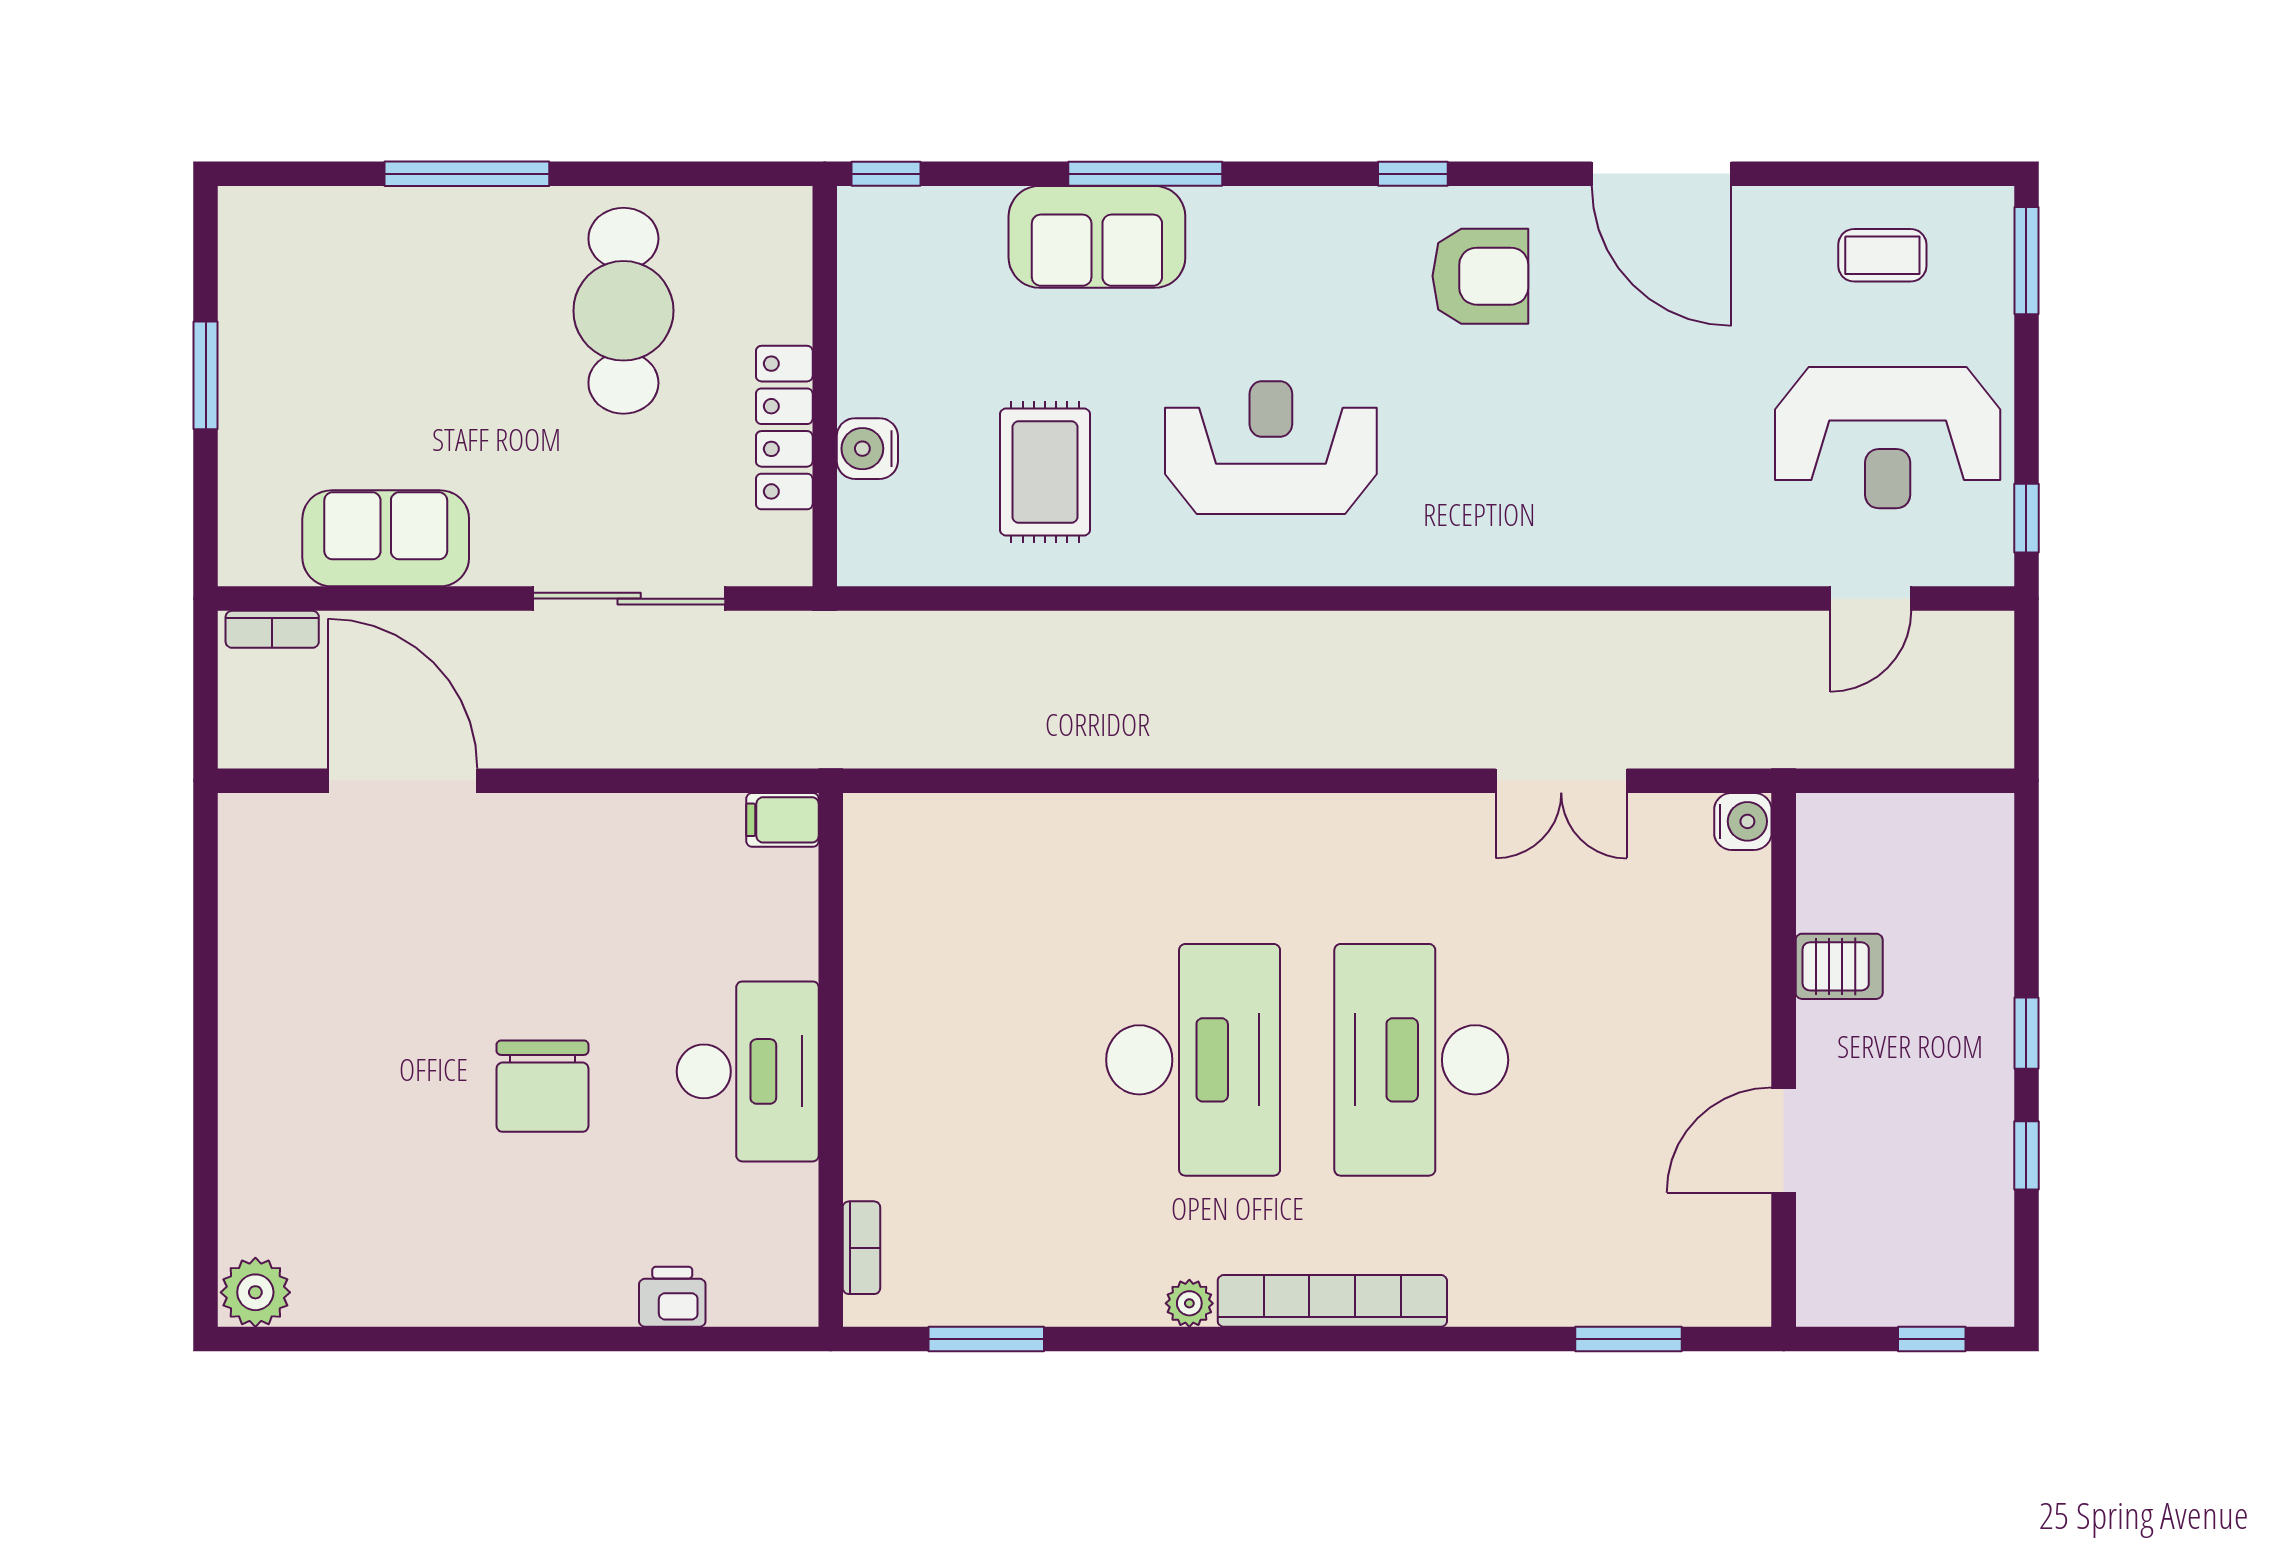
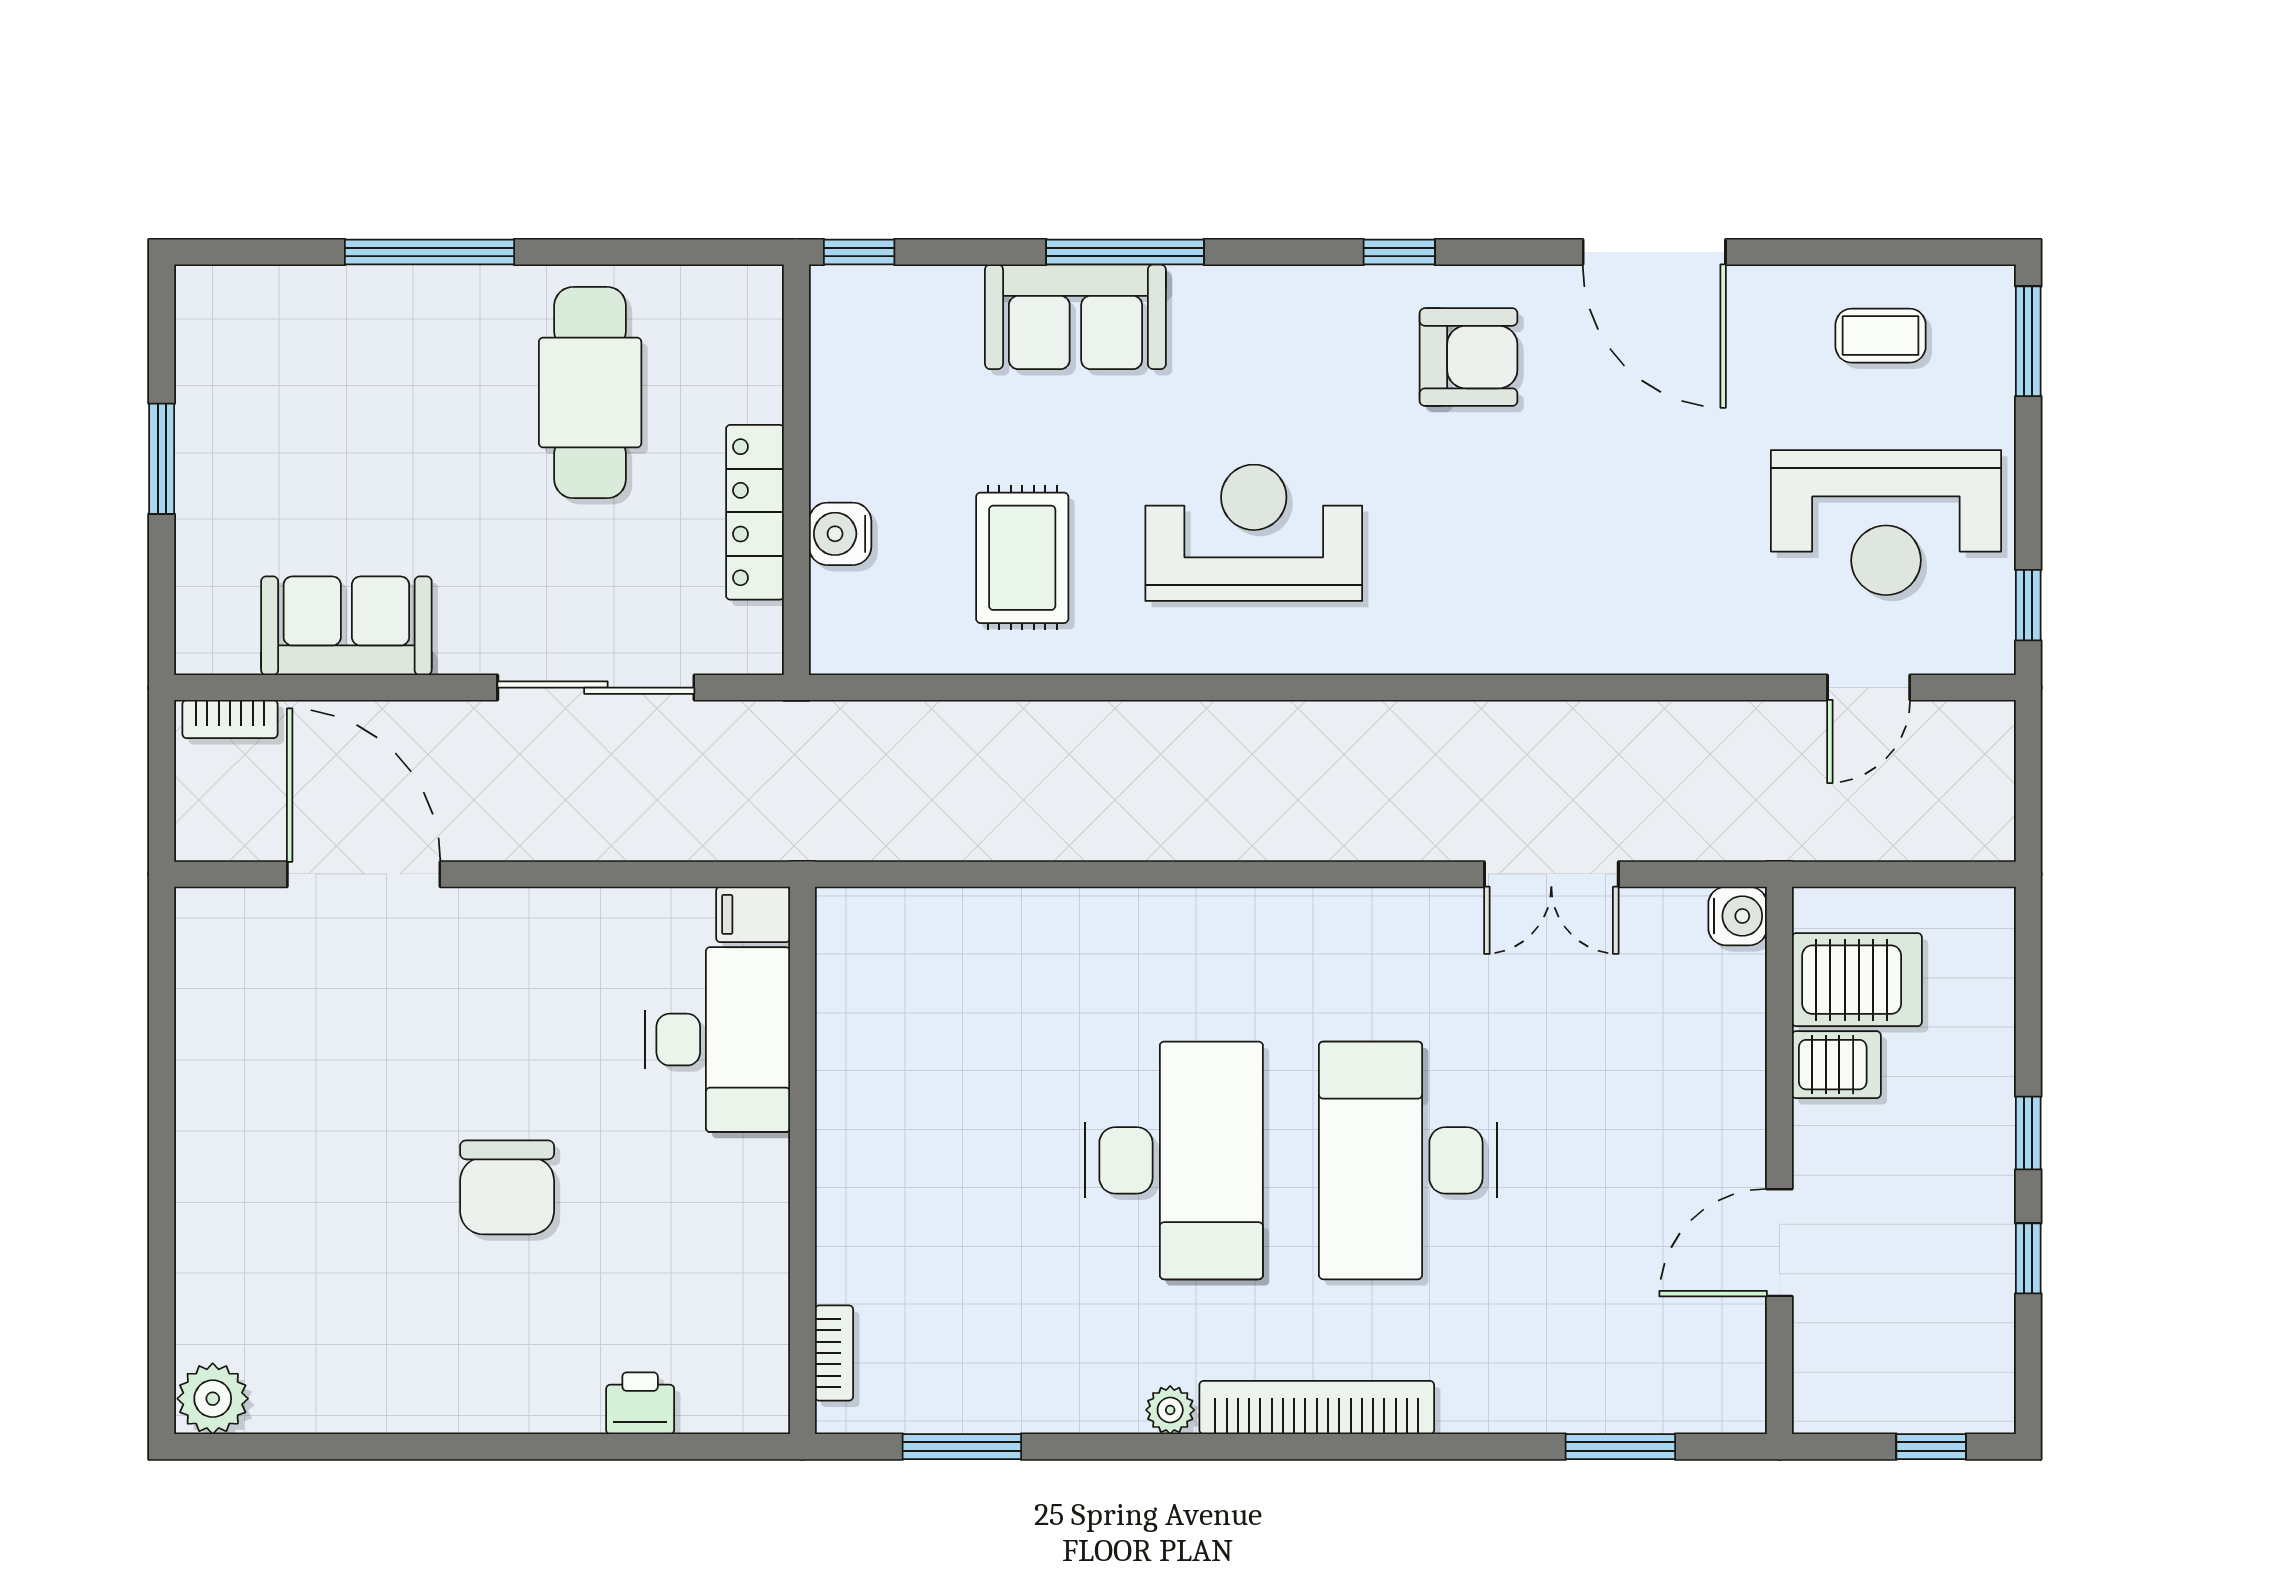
server rack: (1859, 883) -> (1857, 980), added
desk: (748, 1071) -> (717, 1040), moved

